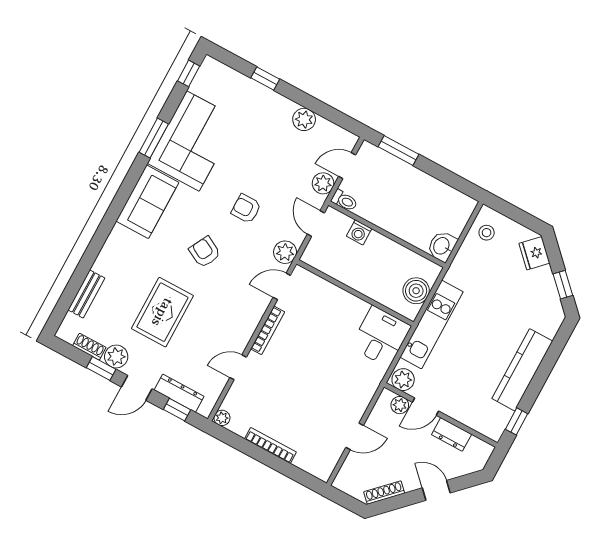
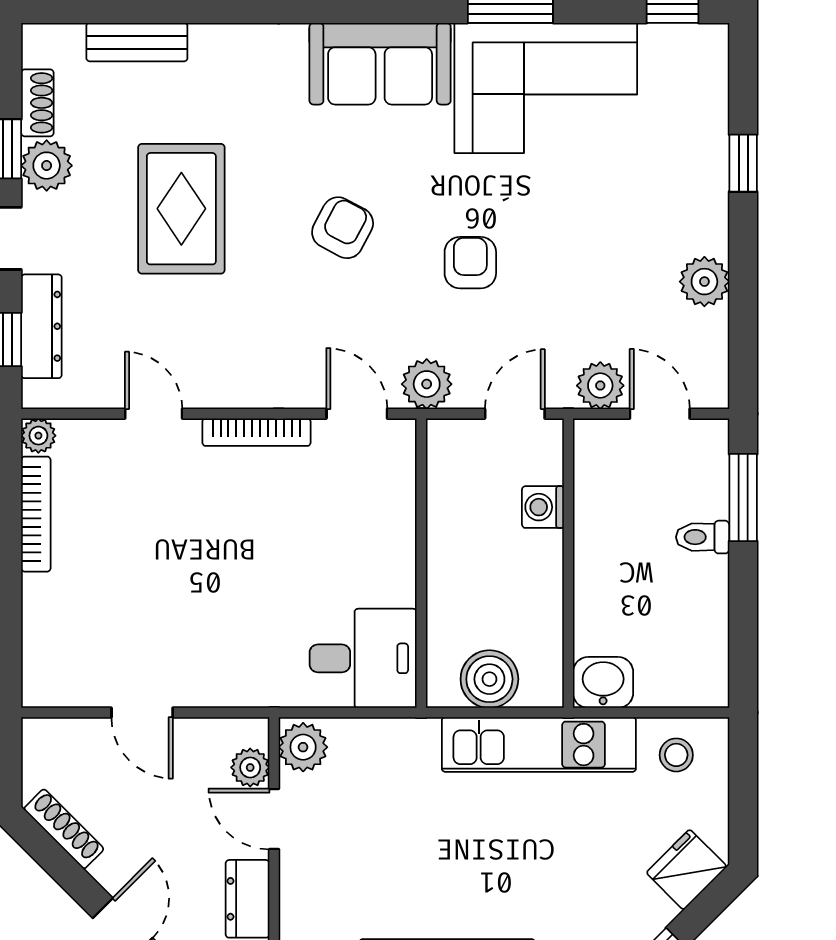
toilet: (344, 201) -> (703, 537), moved, turned 90
rug: (162, 312) -> (181, 209), turned 90
kitchen unit: (432, 324) -> (539, 745), moved
bookcase: (270, 445) -> (36, 514), moved

